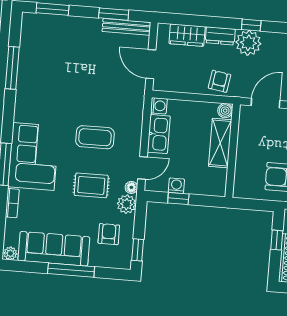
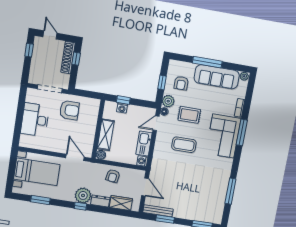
armchair: (219, 81) -> (113, 176), moved
door: (265, 103) -> (75, 157), swing flipped
washing machine: (176, 186) -> (122, 108), moved
window: (178, 199) -> (123, 100), moved
window: (277, 240) -> (76, 59), moved
window: (138, 250) -> (162, 83), moved

